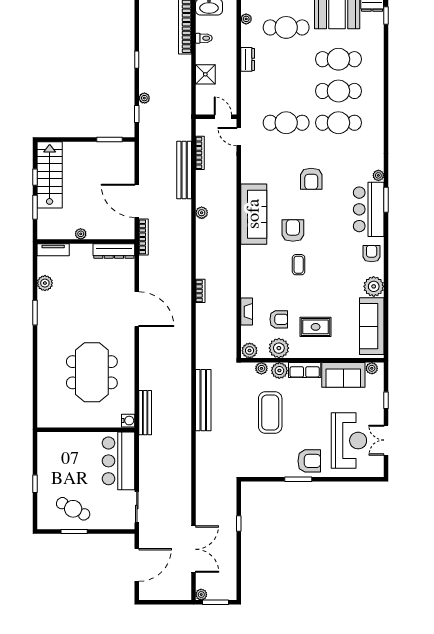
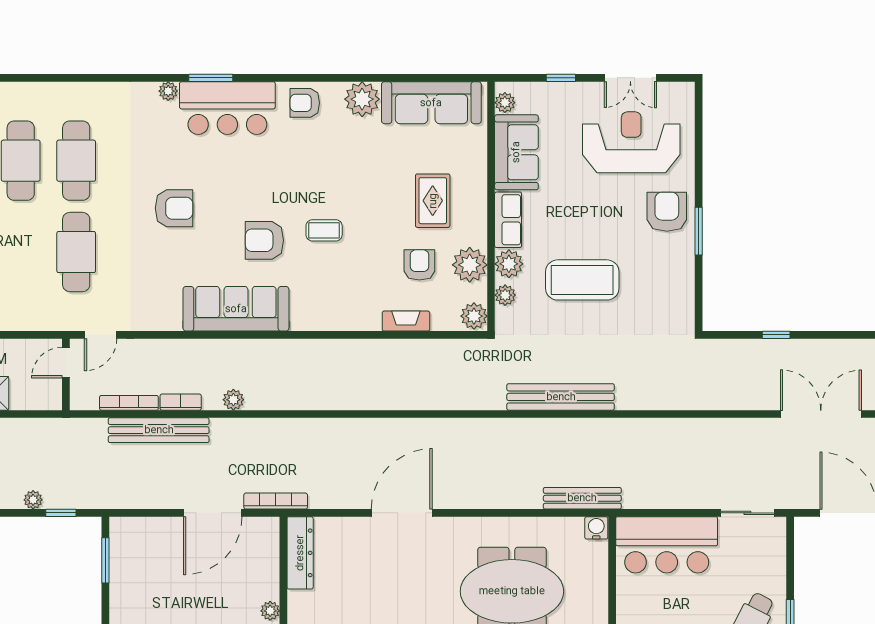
bookcase: (200, 291) -> (181, 402), moved

